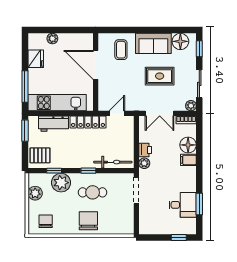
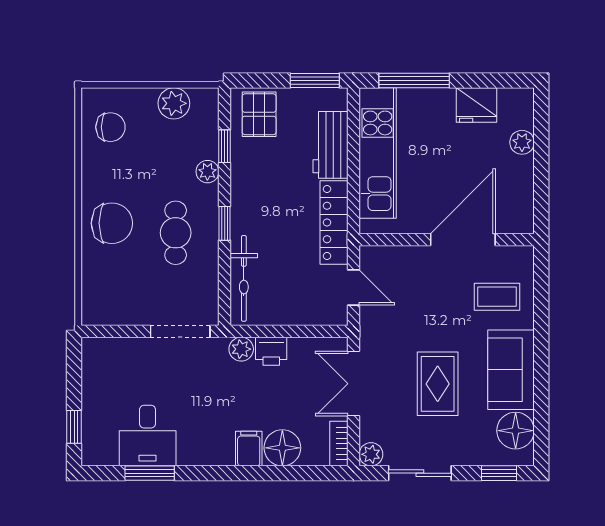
plant: (61, 183) -> (207, 172), width x0.53, depth x0.53

